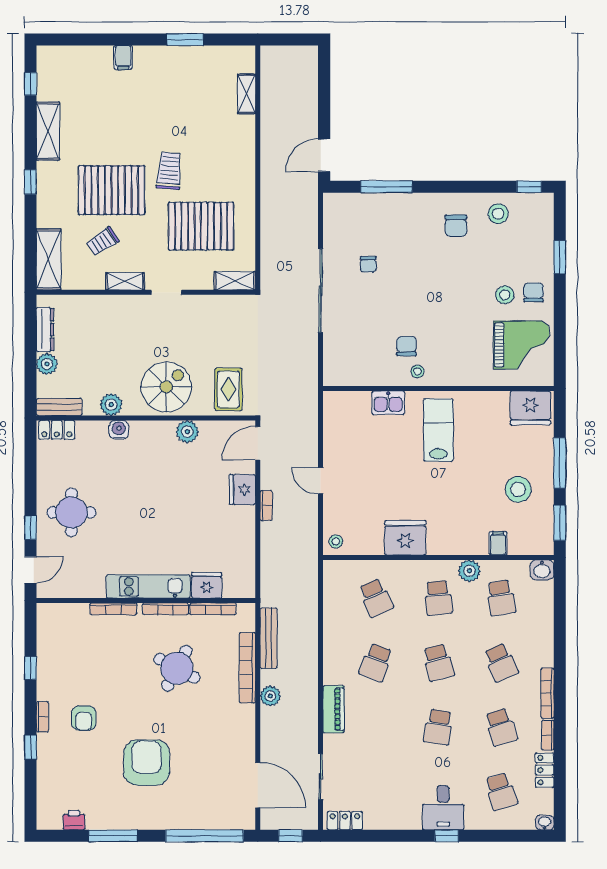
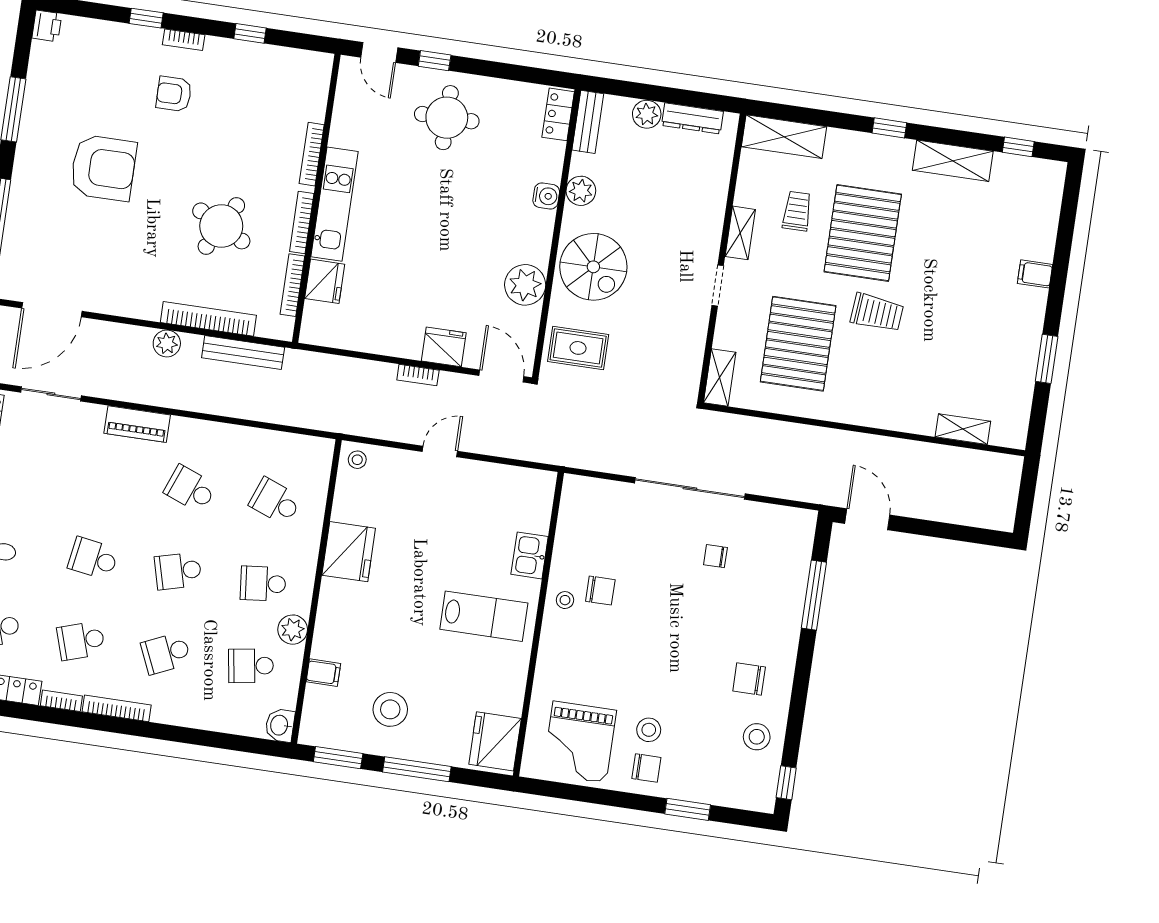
trolley: (102, 241) -> (797, 211), turned 33
plant: (187, 432) -> (525, 285), width x1.36, depth x1.36
school desk: (376, 598) -> (275, 501), turned 45
printer: (74, 820) -> (47, 26), moved

